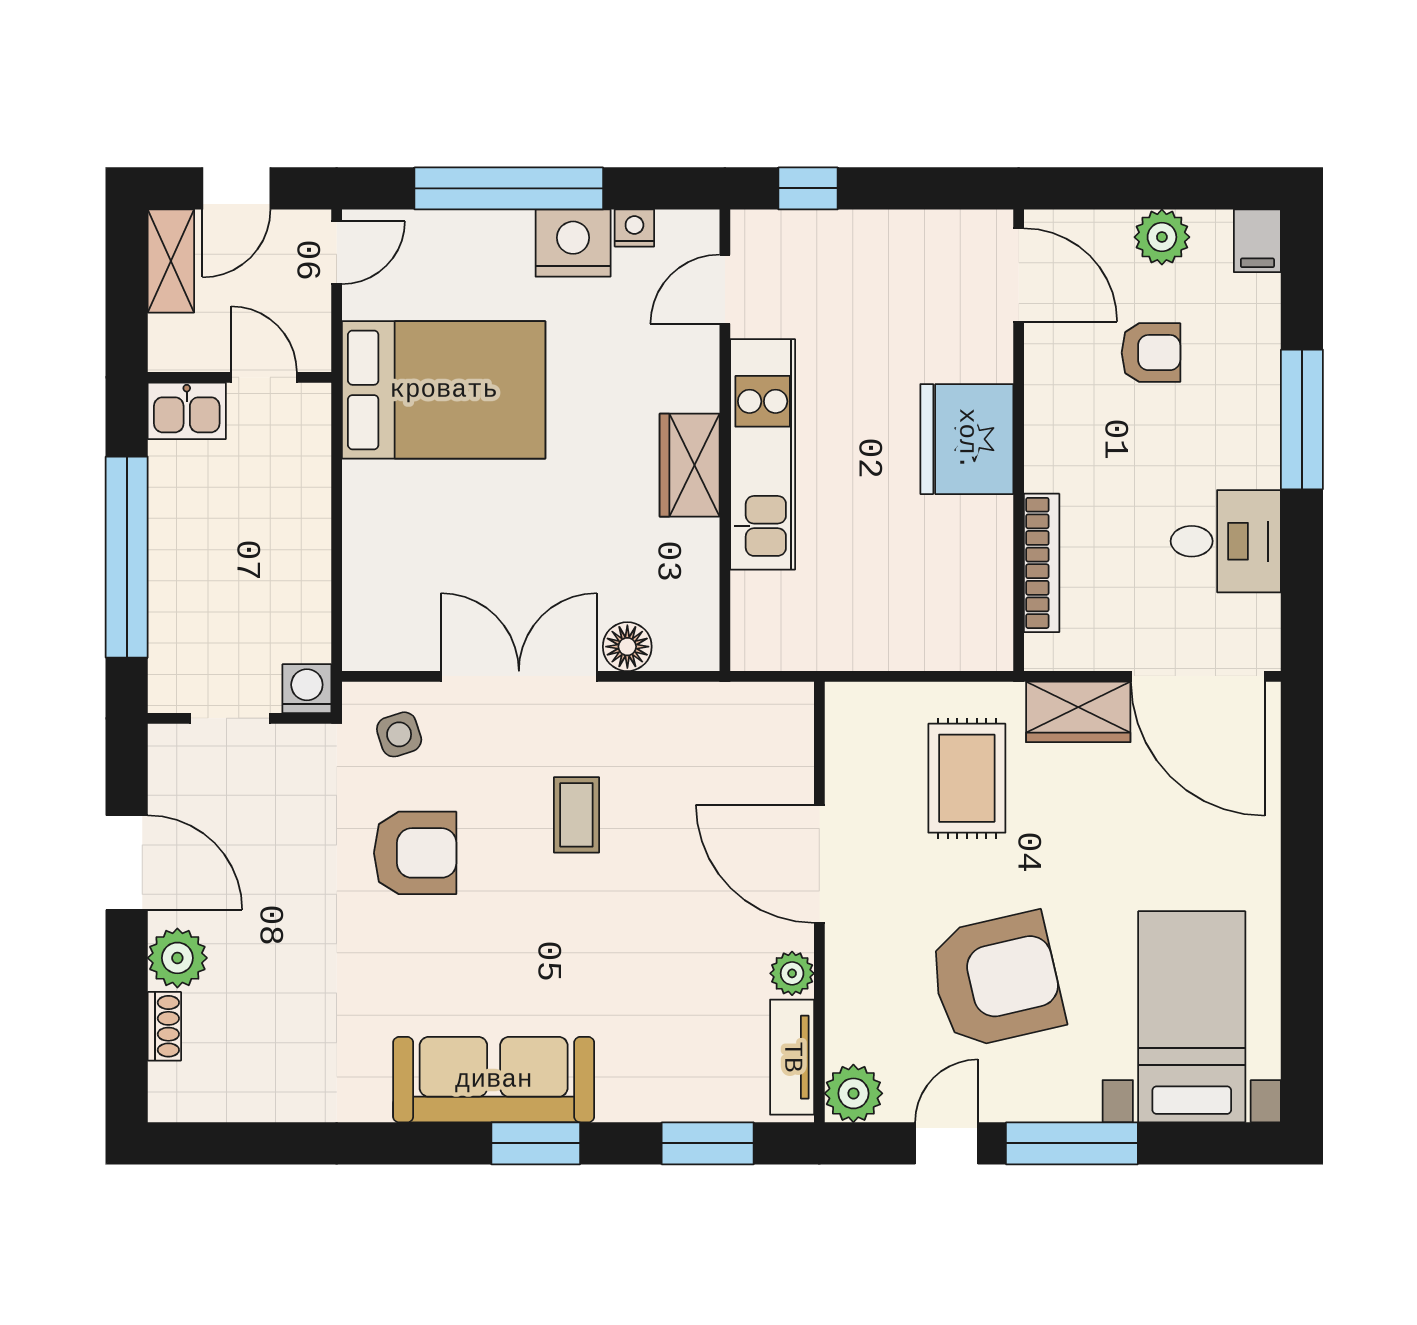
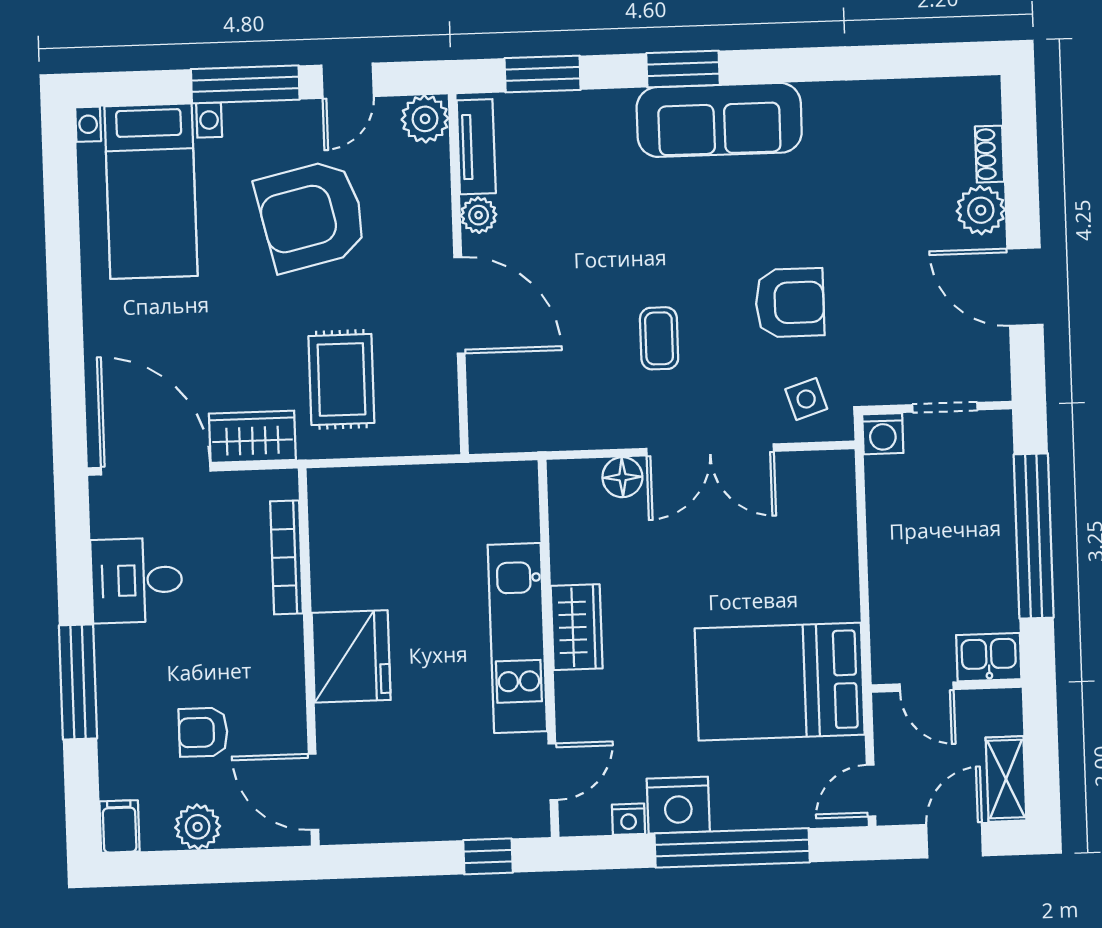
armchair: (415, 853) -> (790, 303), turned 180

